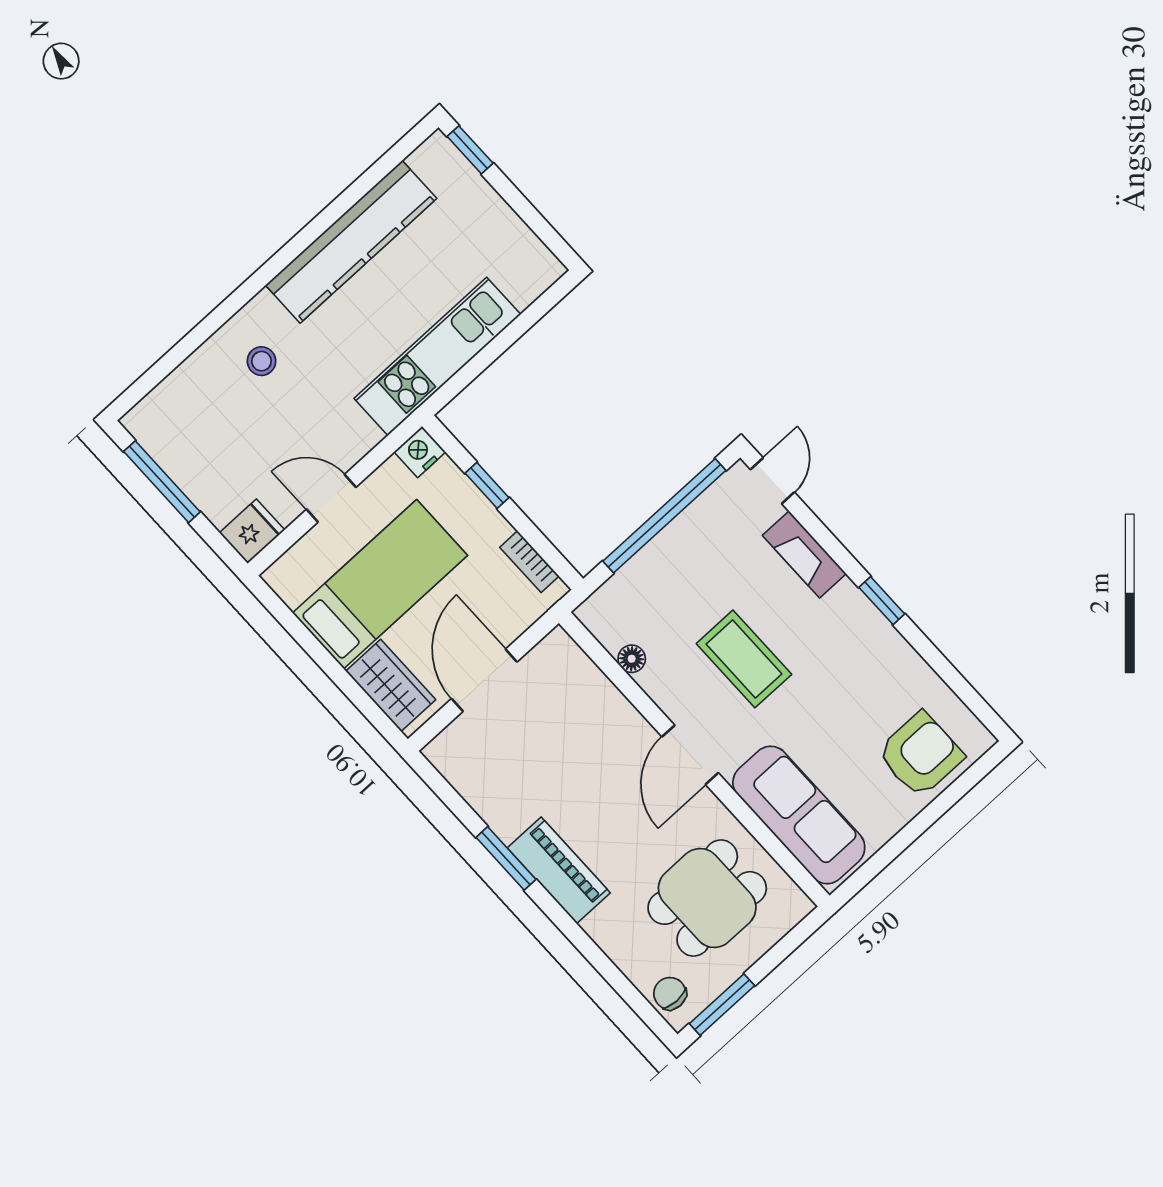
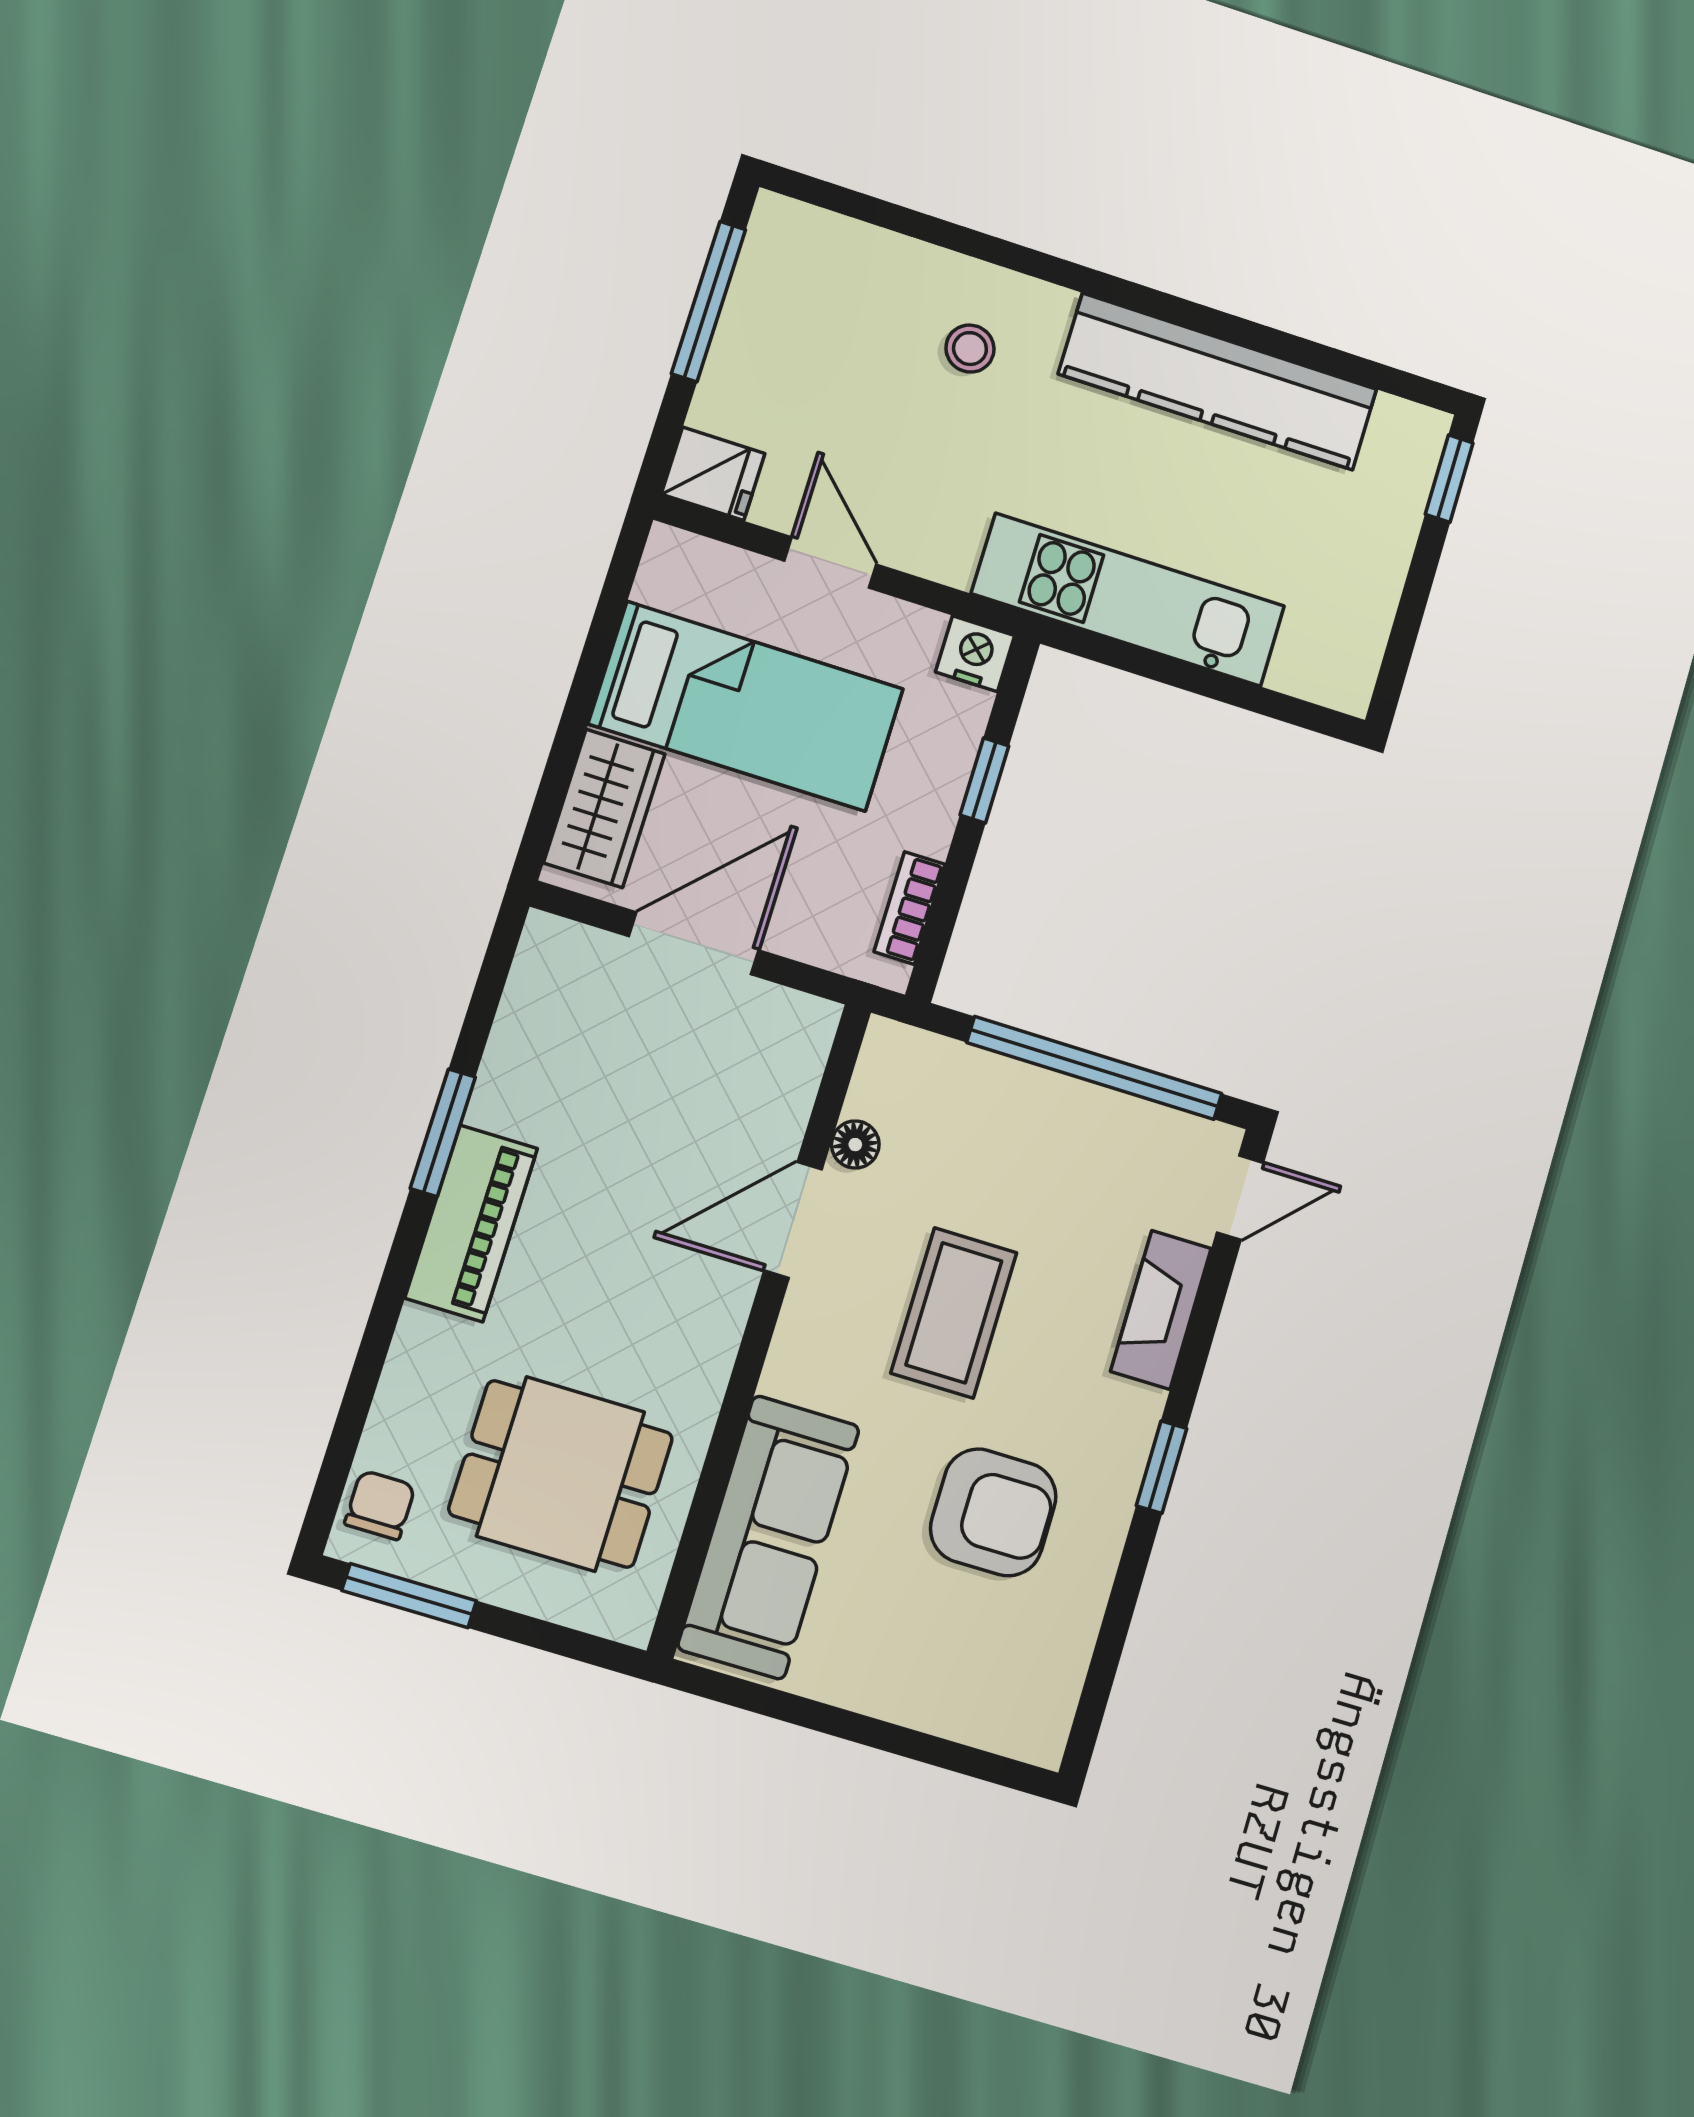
armchair: (920, 754) -> (993, 1512), moved
door: (690, 755) -> (793, 1220), moved

